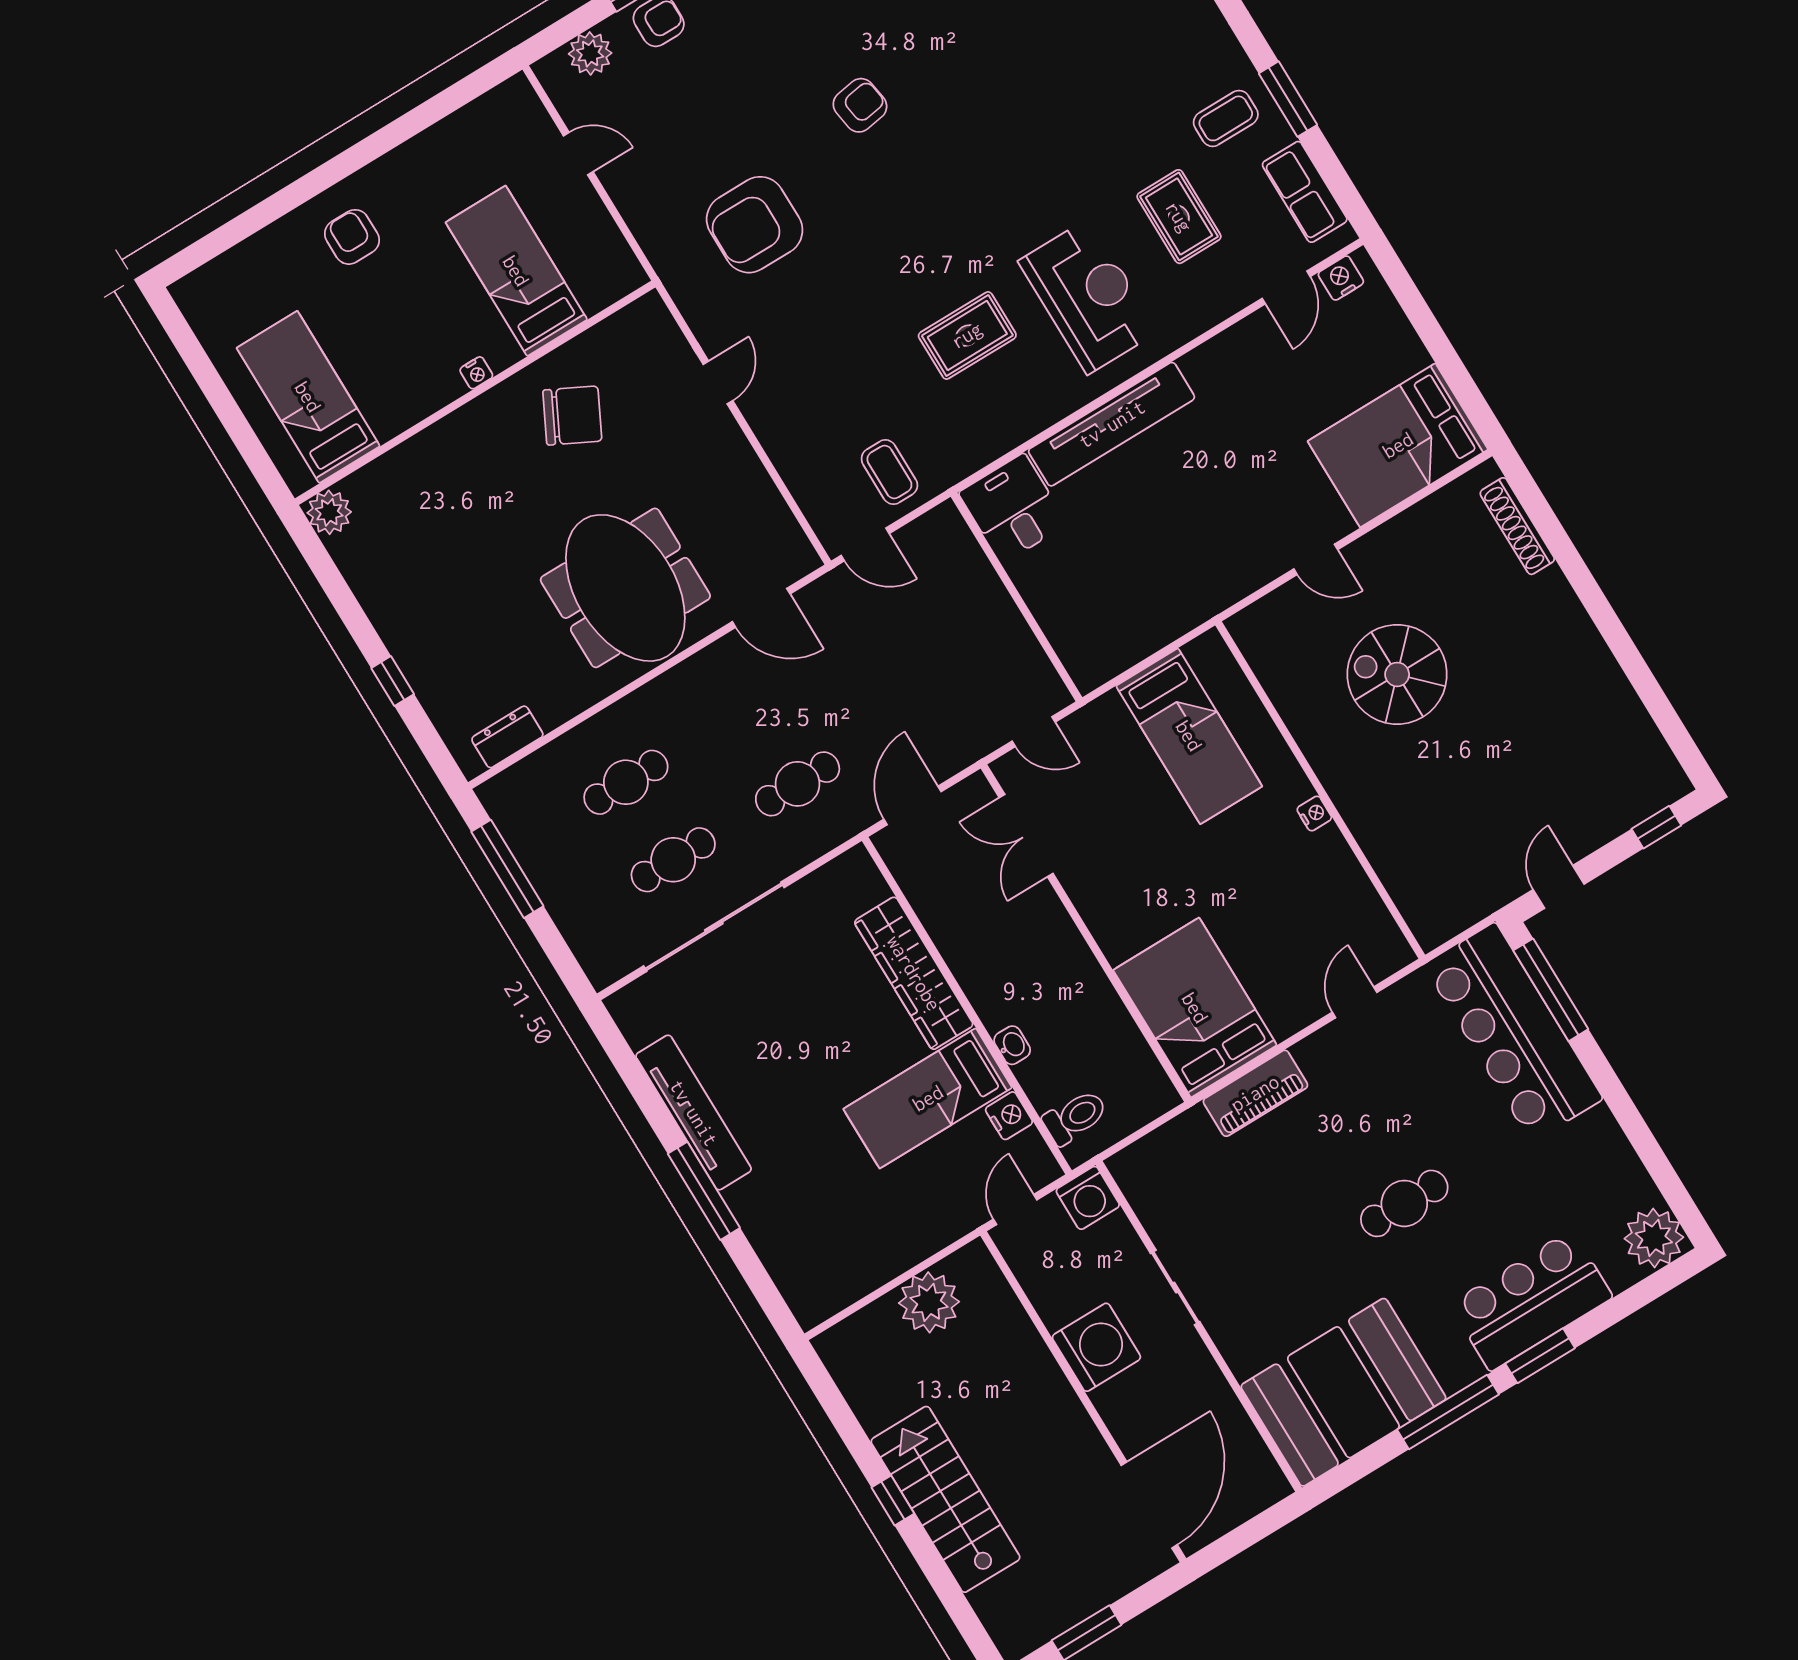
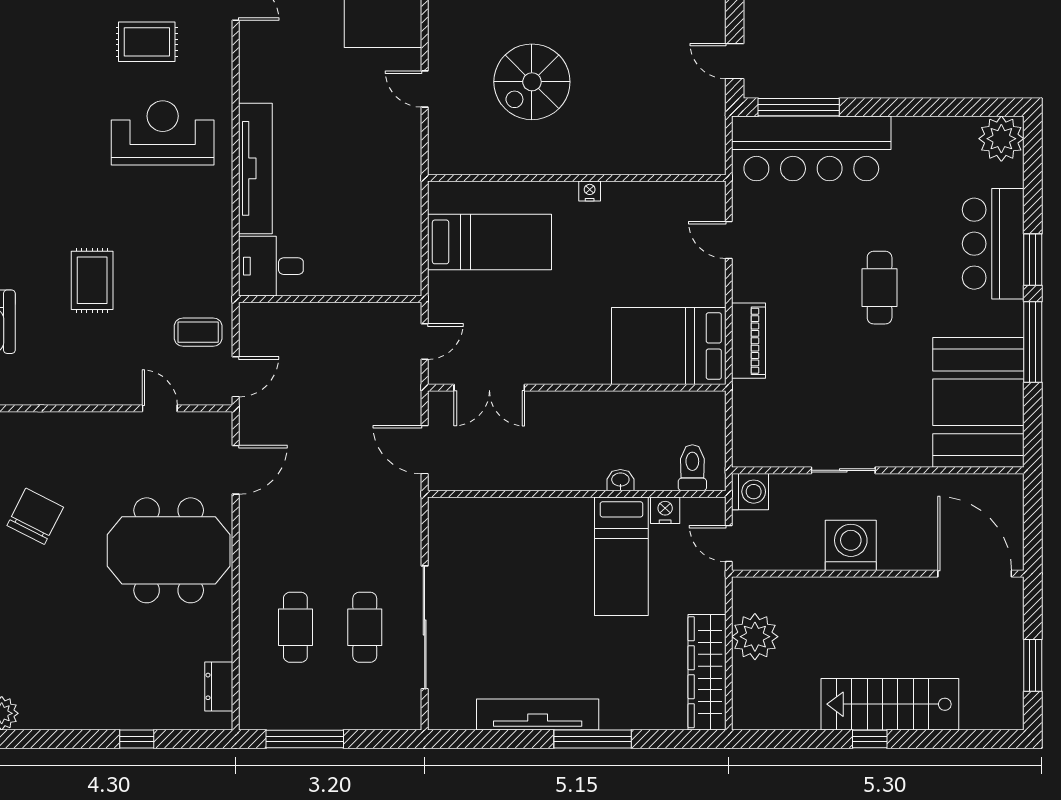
rug: (967, 335) -> (92, 280), moved
door: (718, 383) -> (160, 408), moved
door: (1316, 559) -> (425, 89), swing flipped
cafe table: (798, 784) -> (365, 516), removed
wardrobe: (914, 973) -> (707, 672), moved, turned 90

